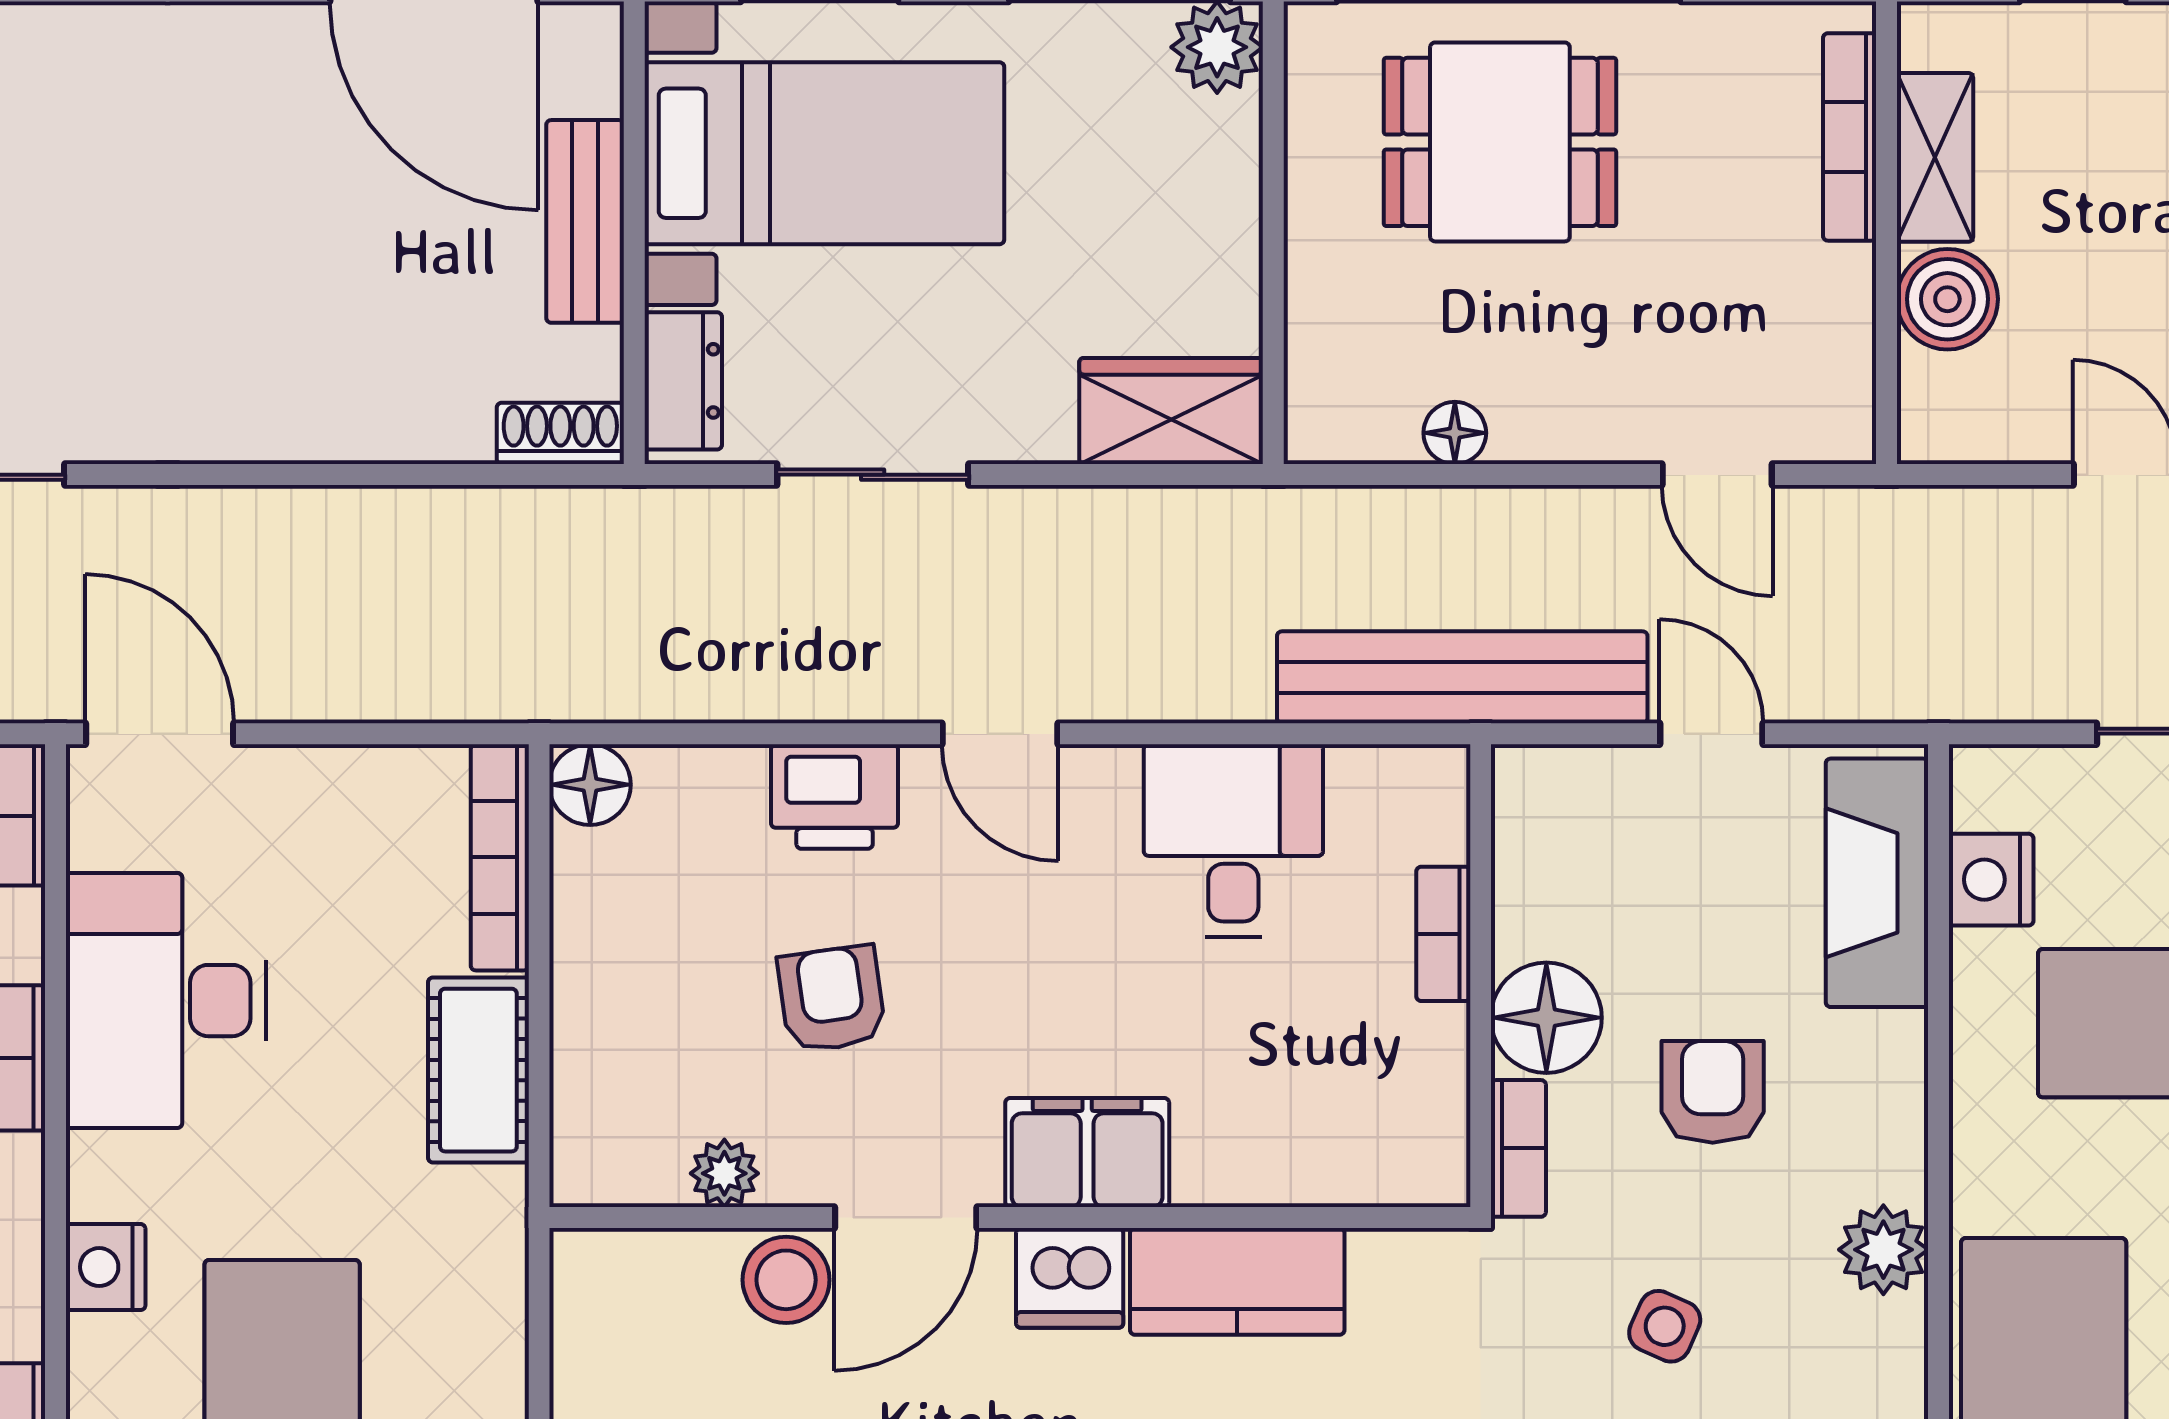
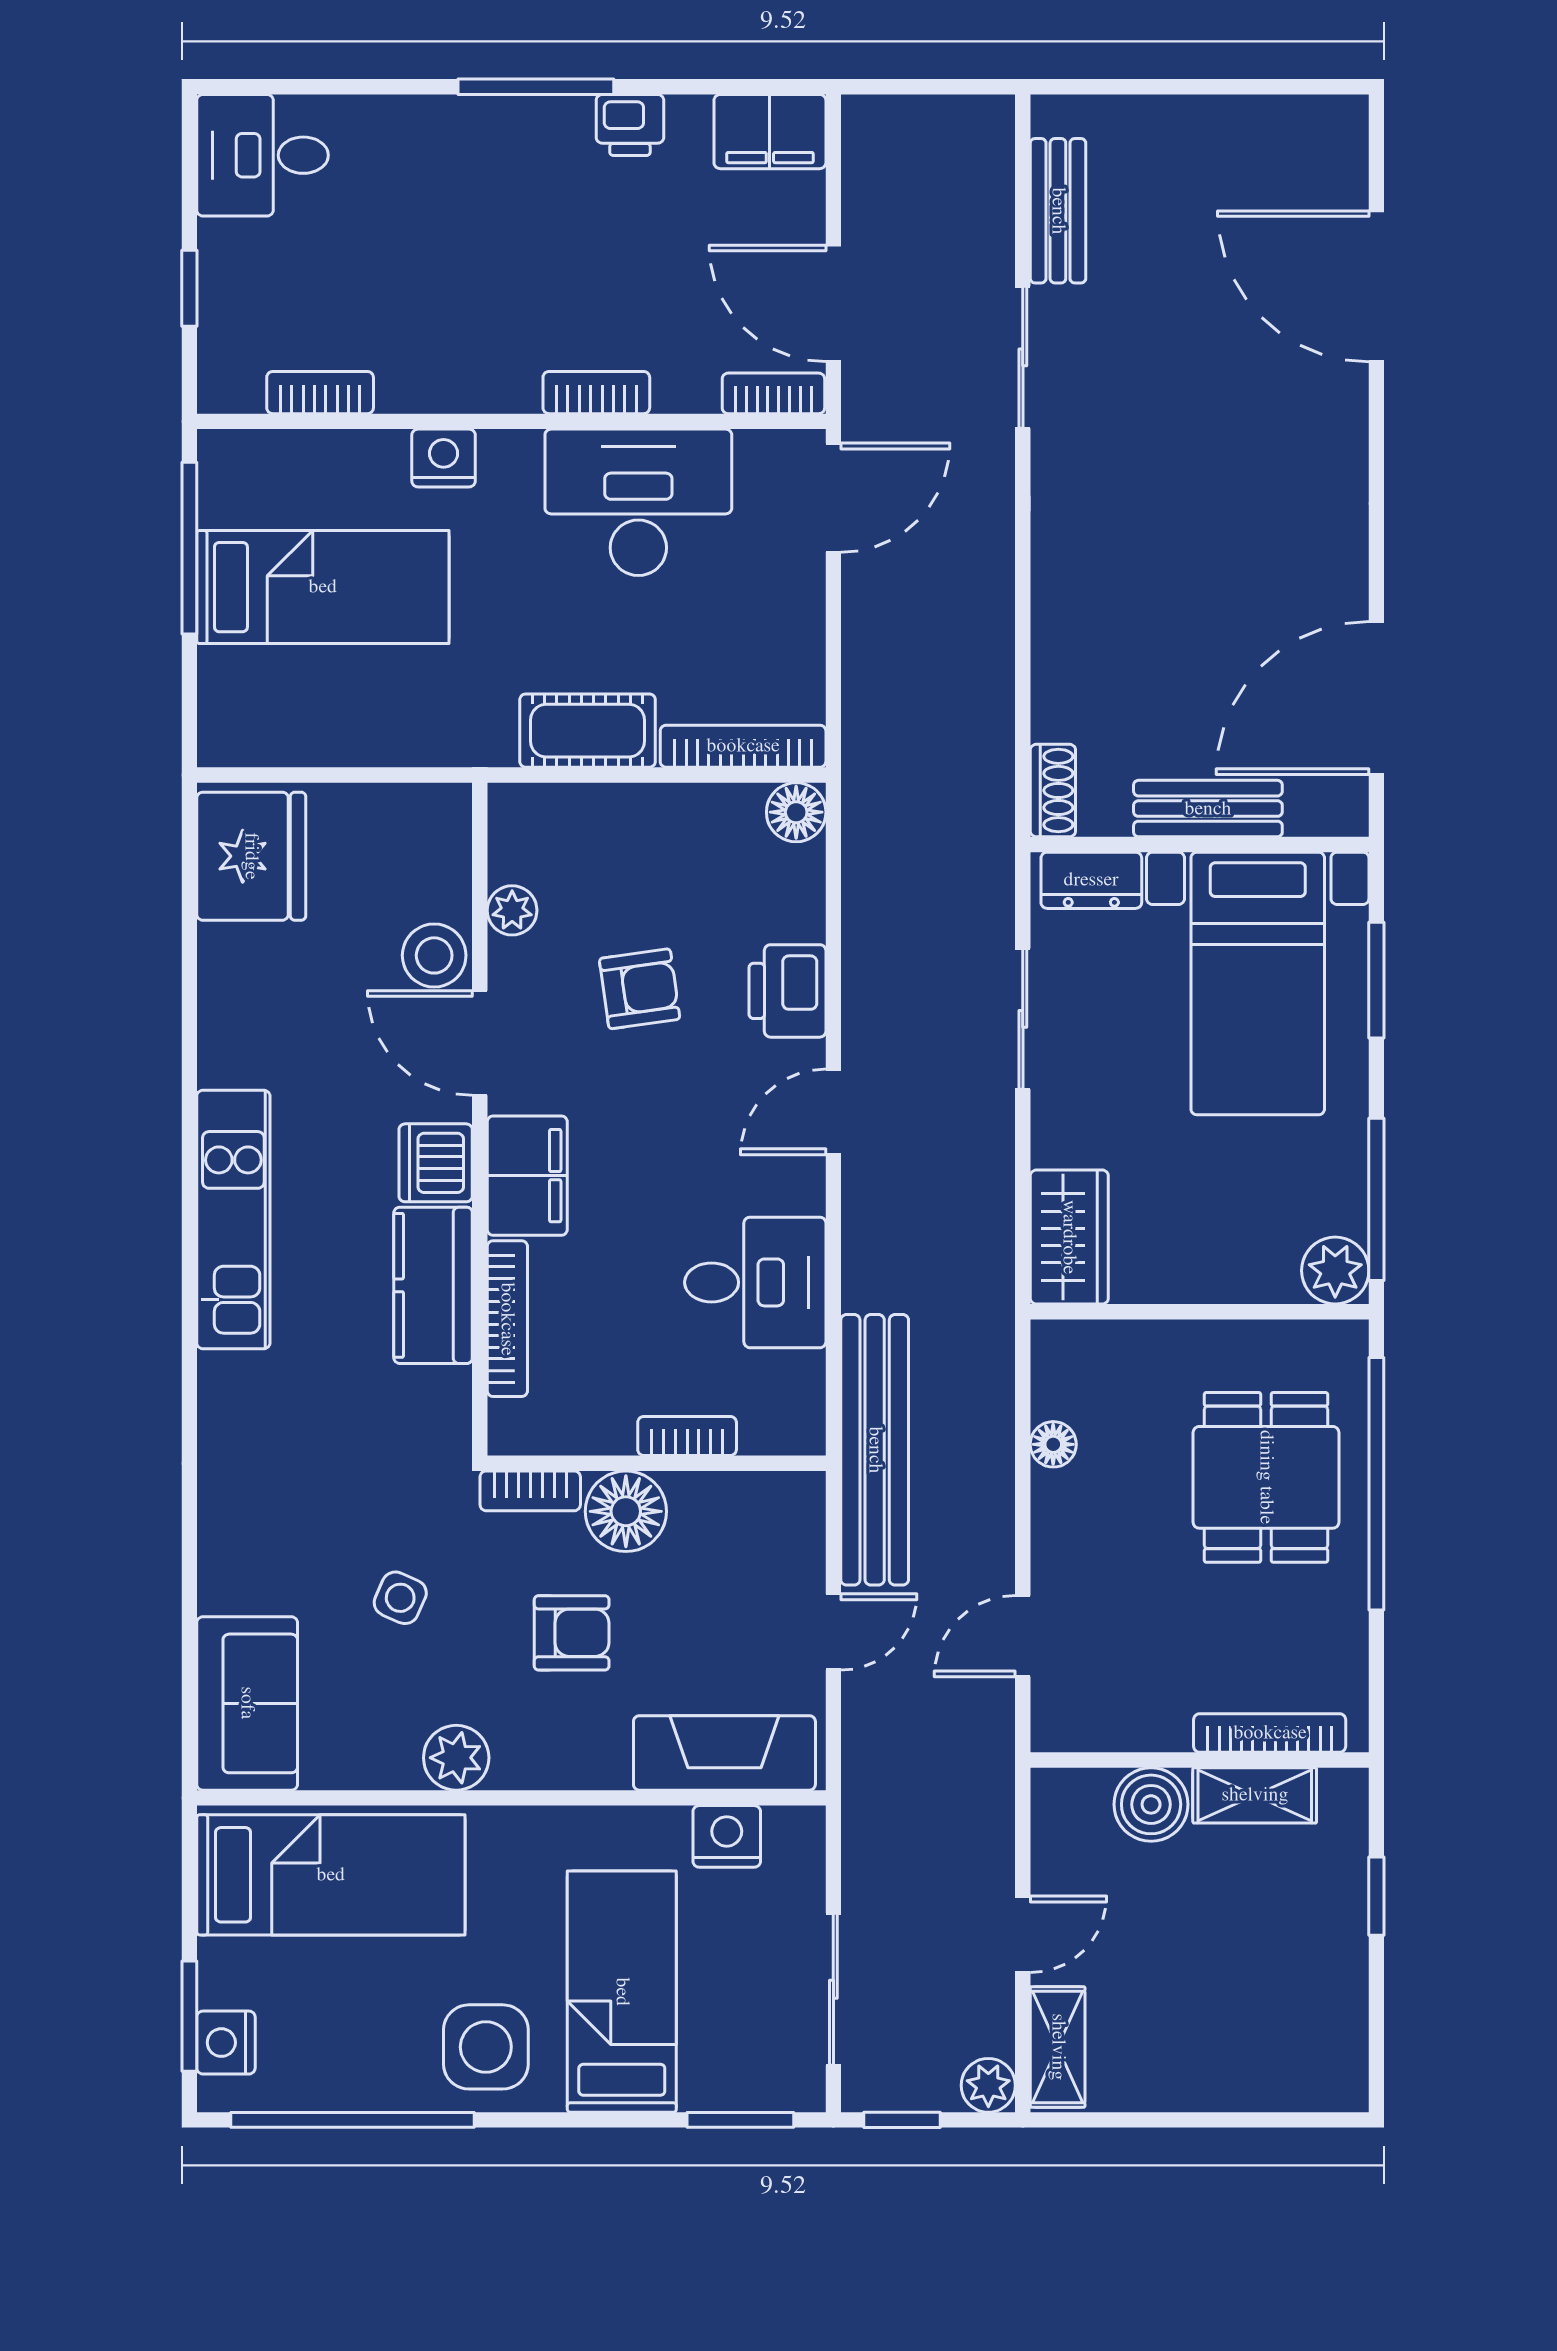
bookcase: (1283, 1180) -> (507, 1319), added

